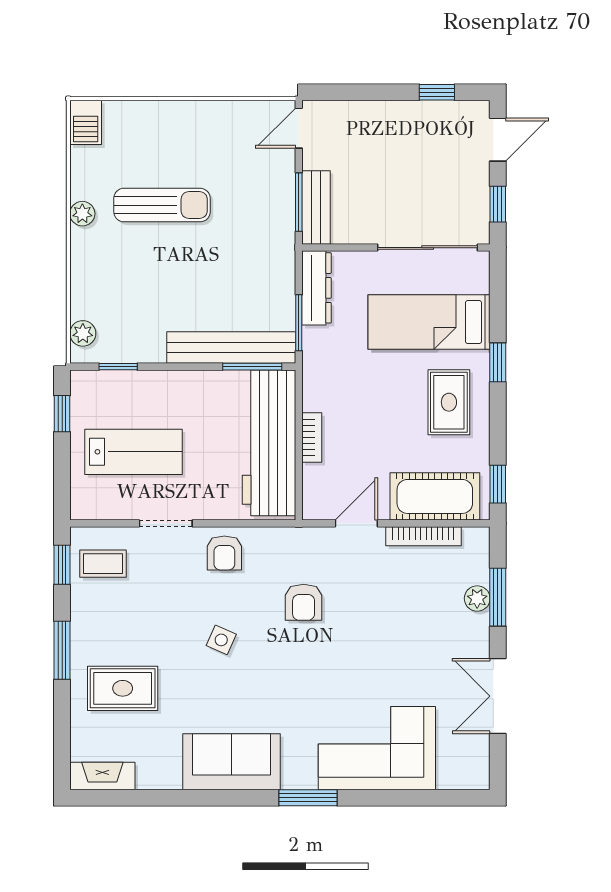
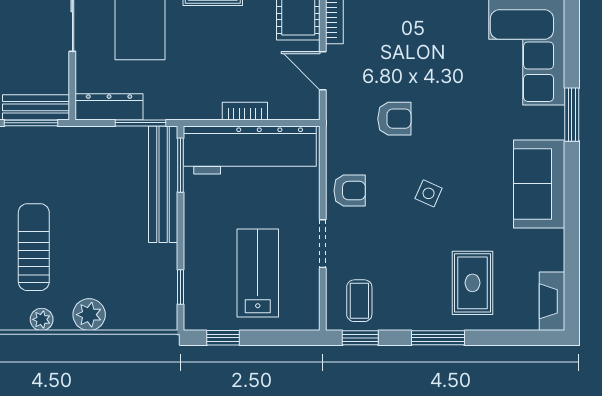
plant: (83, 333) -> (89, 315), moved, width x1.38, depth x1.38

